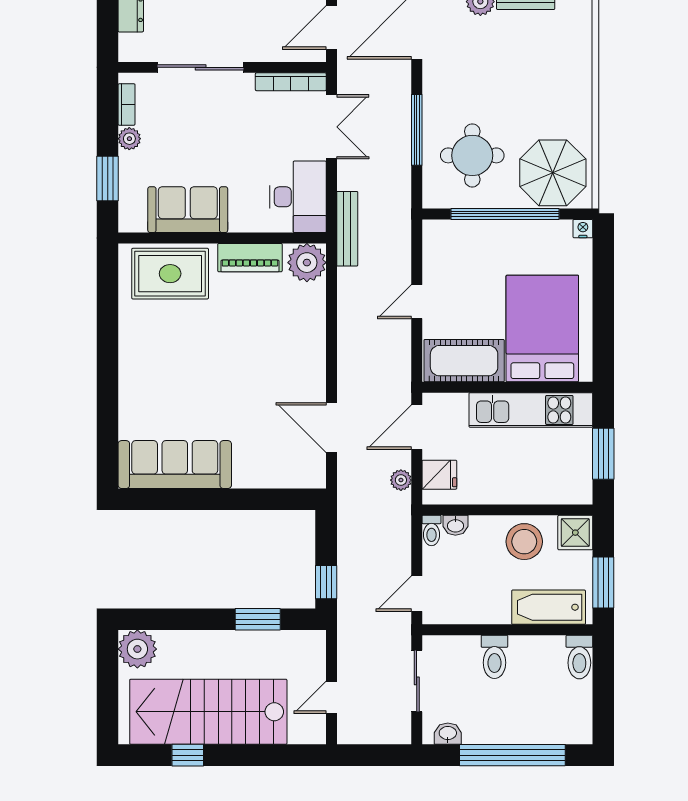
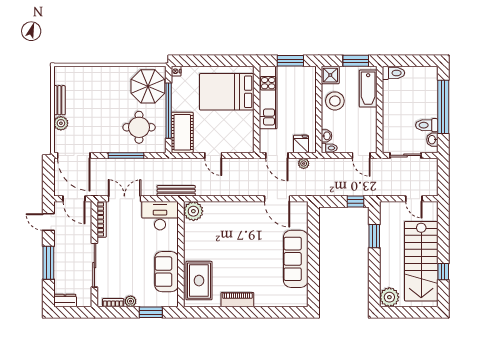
piano: (250, 258) -> (237, 300), moved, turned -90
cot: (464, 361) -> (182, 132), moved
door: (331, 428) -> (277, 199), hinge flipped
sofa: (175, 465) -> (296, 259), moved
toilet: (494, 657) -> (427, 125), moved, turned 180

